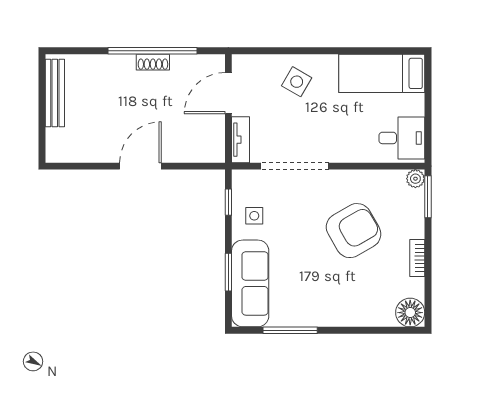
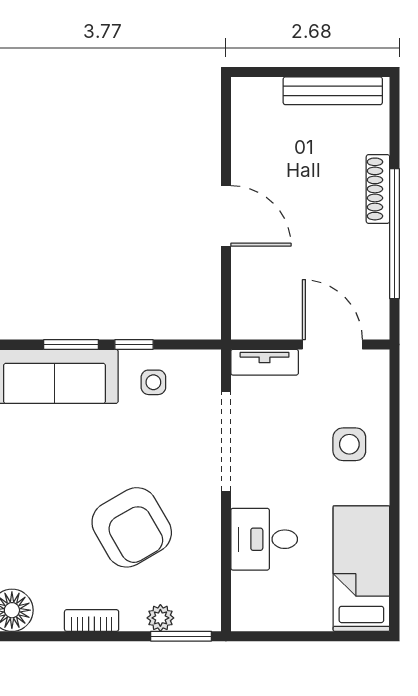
shoe rack: (153, 62) -> (378, 189), moved, width x1.43
side table: (297, 82) -> (349, 444), turned -30
desk: (402, 138) -> (264, 539), moved, turned 90
plant: (415, 179) -> (160, 618), moved
window: (228, 202) -> (134, 344), moved

